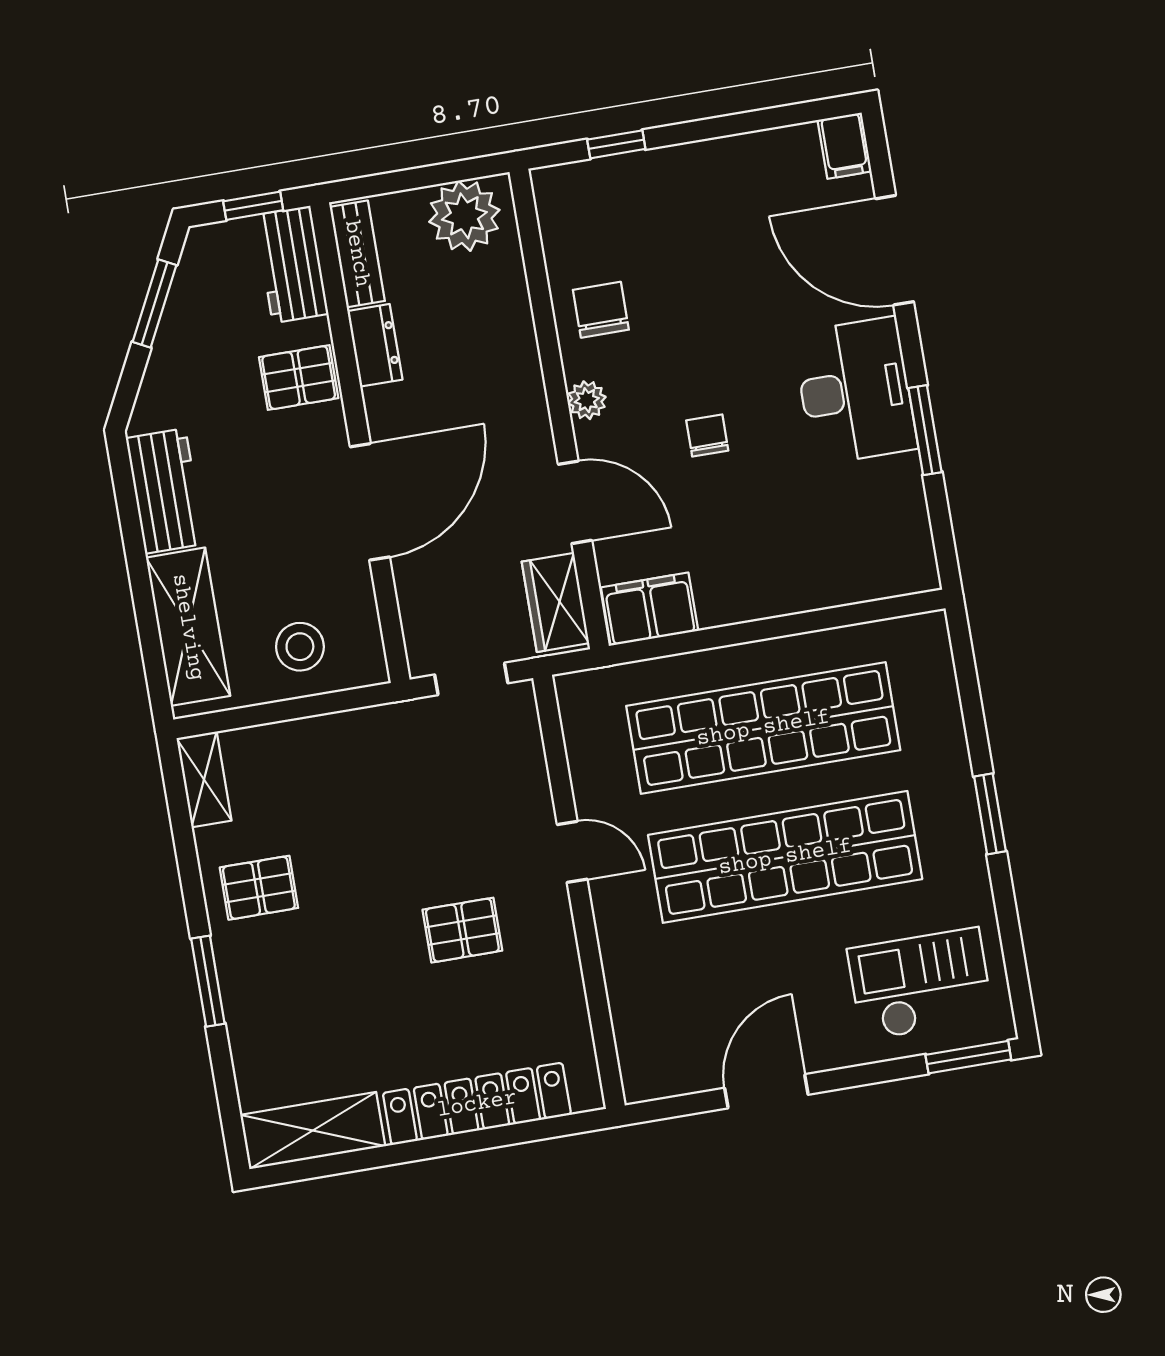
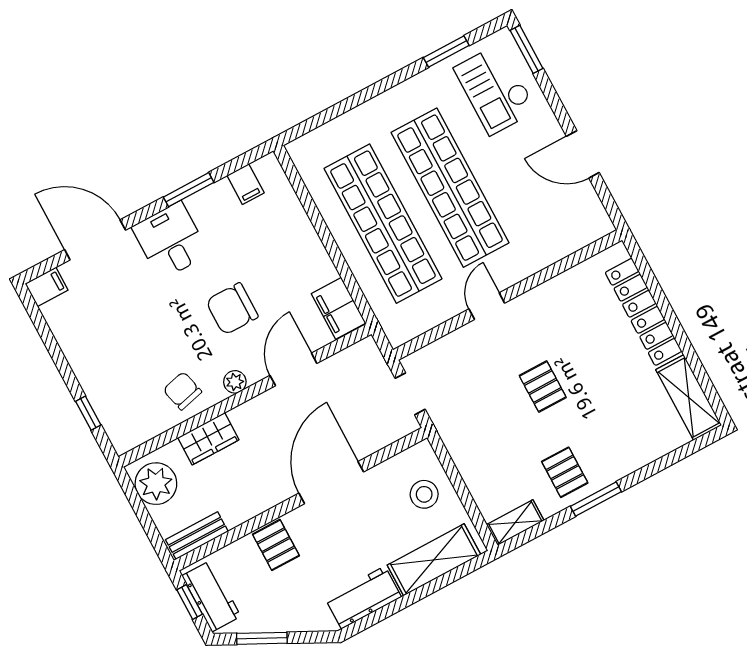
door: (895, 250) -> (95, 240), swing flipped
workbench: (292, 264) -> (211, 596), moved, turned -90
chair: (601, 310) -> (182, 391), turned 76
dresser: (375, 345) -> (244, 509), removed
desk: (855, 391) -> (171, 241), width x0.73
chair: (707, 436) -> (232, 309), width x1.87, depth x1.87
door: (370, 502) -> (331, 483), hinge flipped
filing cabinet: (903, 526) -> (246, 184), added
wardrobe: (555, 602) -> (208, 439), moved
window: (990, 814) -> (446, 52), moved
pallet: (462, 930) -> (543, 387), moved
window: (208, 981) -> (596, 499), moved

